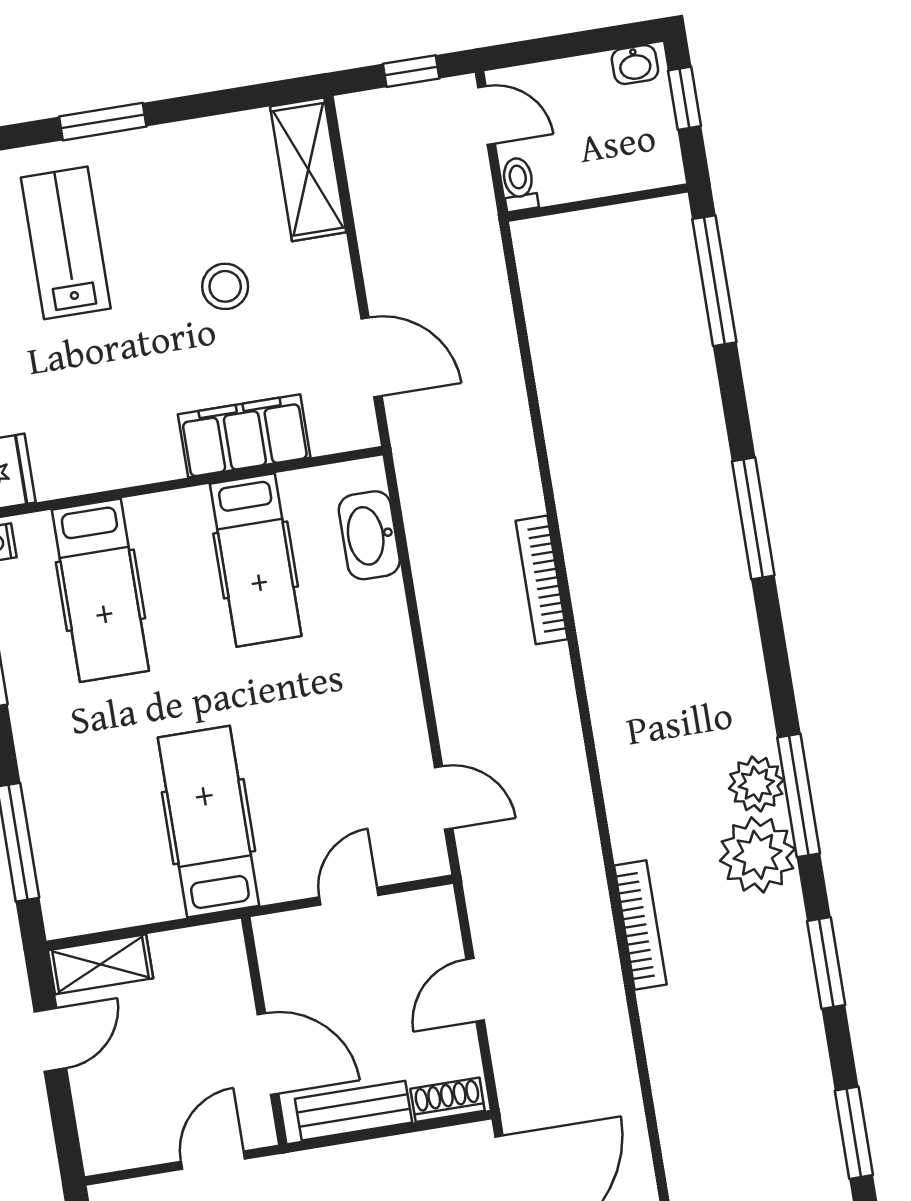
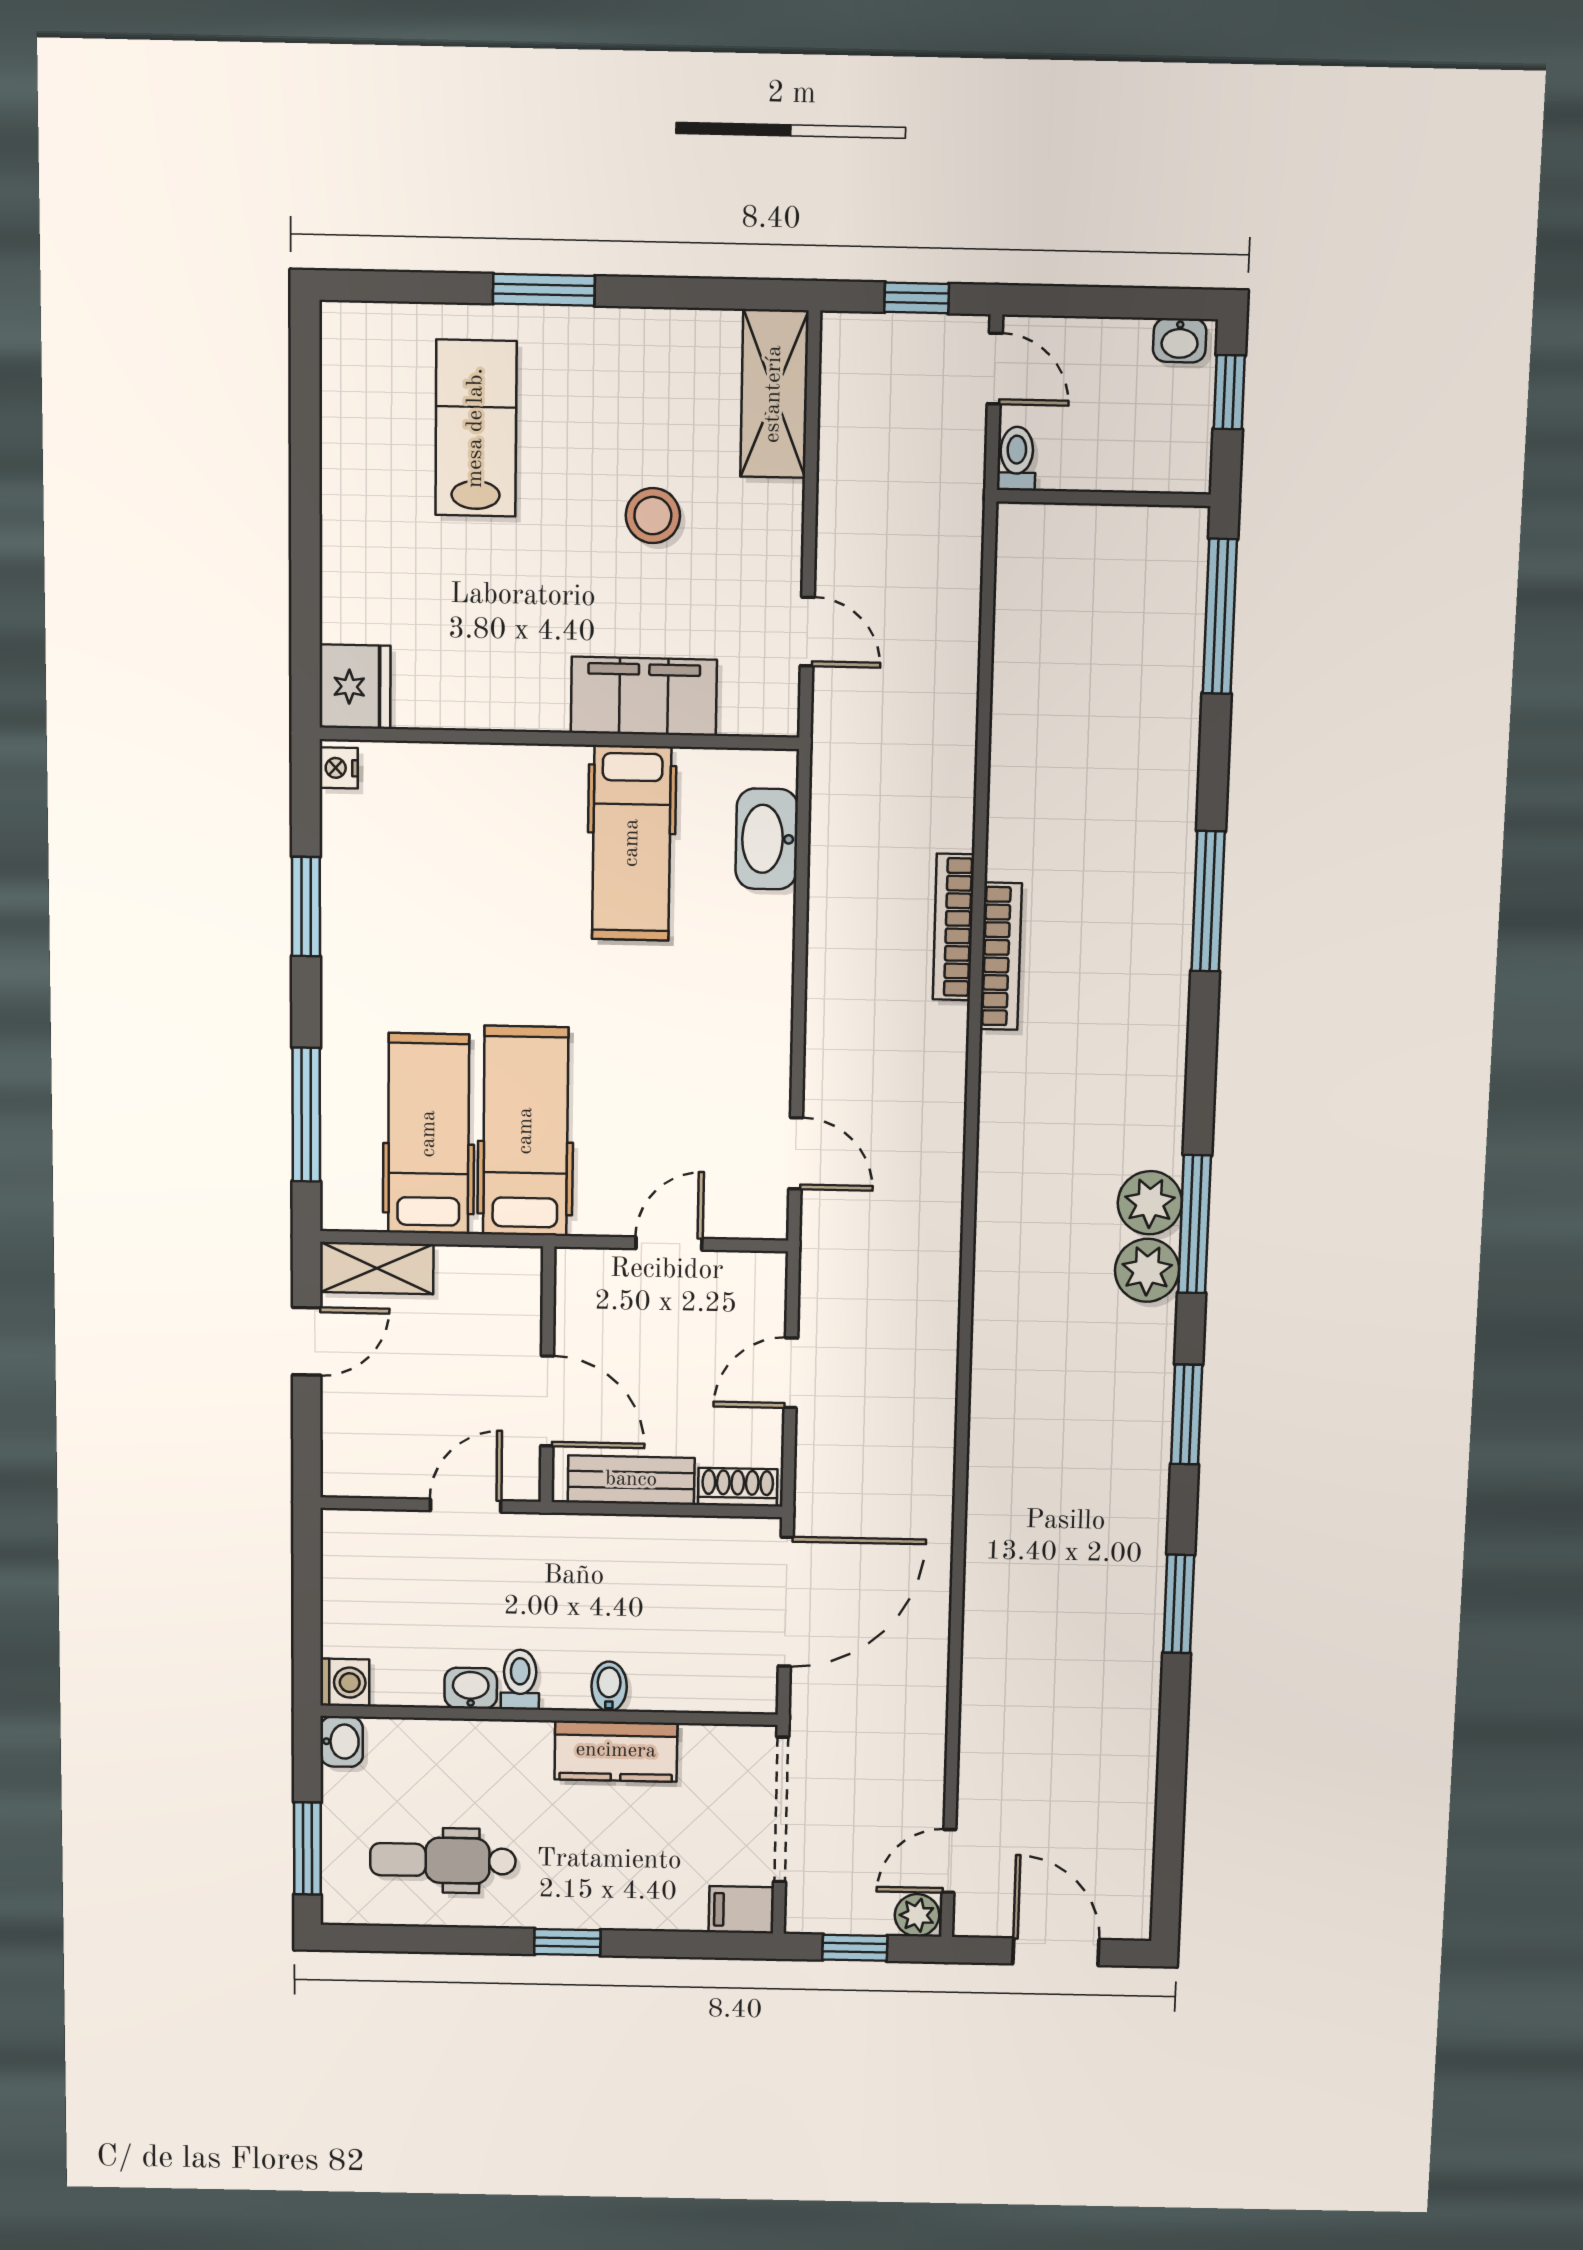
door: (371, 357) -> (807, 632), width x0.73
hospital bed: (100, 590) -> (429, 1134), moved, turned 180
plant: (757, 855) -> (1147, 1270), width x0.73, depth x0.73
bookcase: (640, 925) -> (1001, 956), moved

